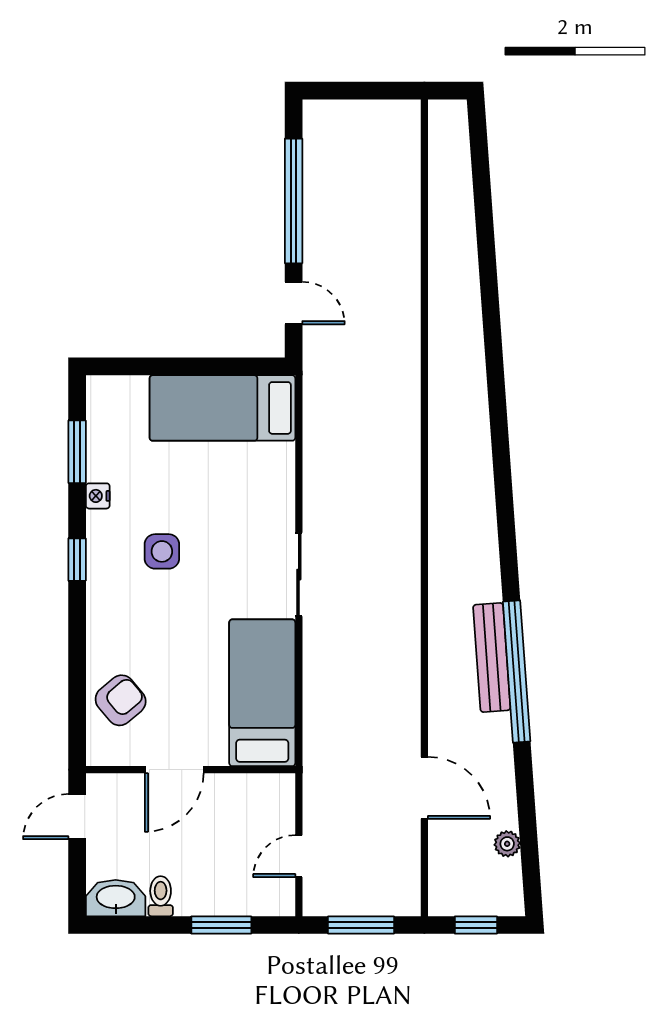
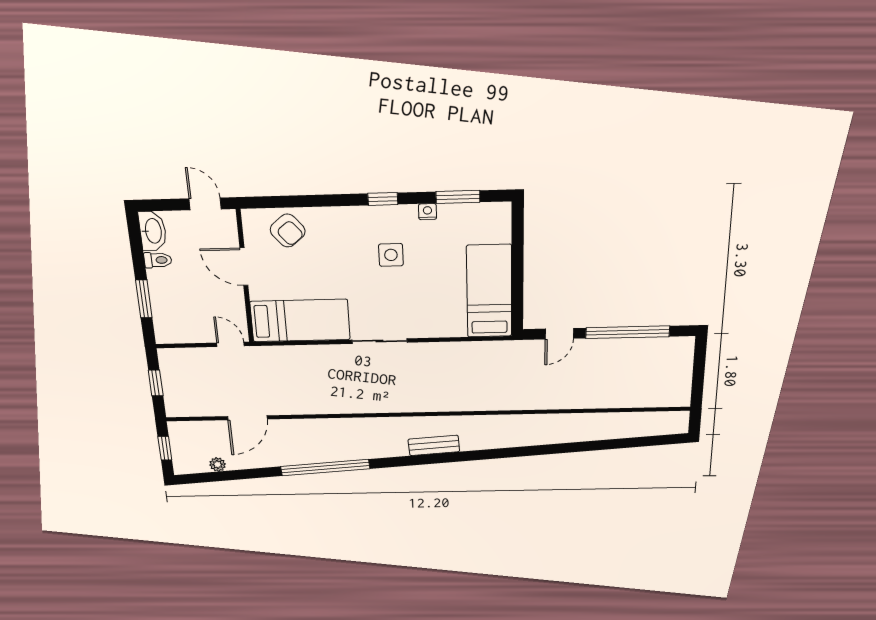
bench: (492, 657) -> (434, 445), moved, width x0.73
door: (299, 856) -> (230, 344), moved
window: (361, 925) -> (156, 383), width x0.67

